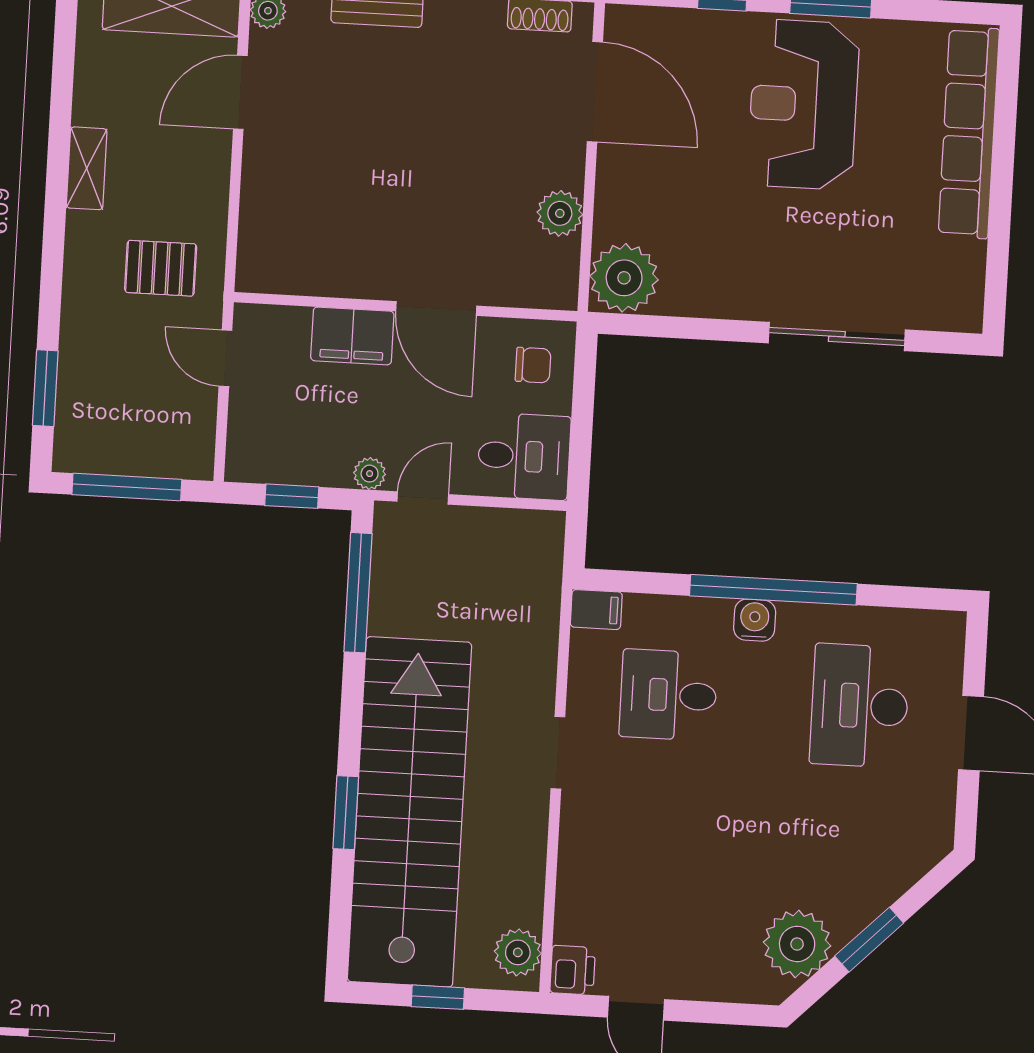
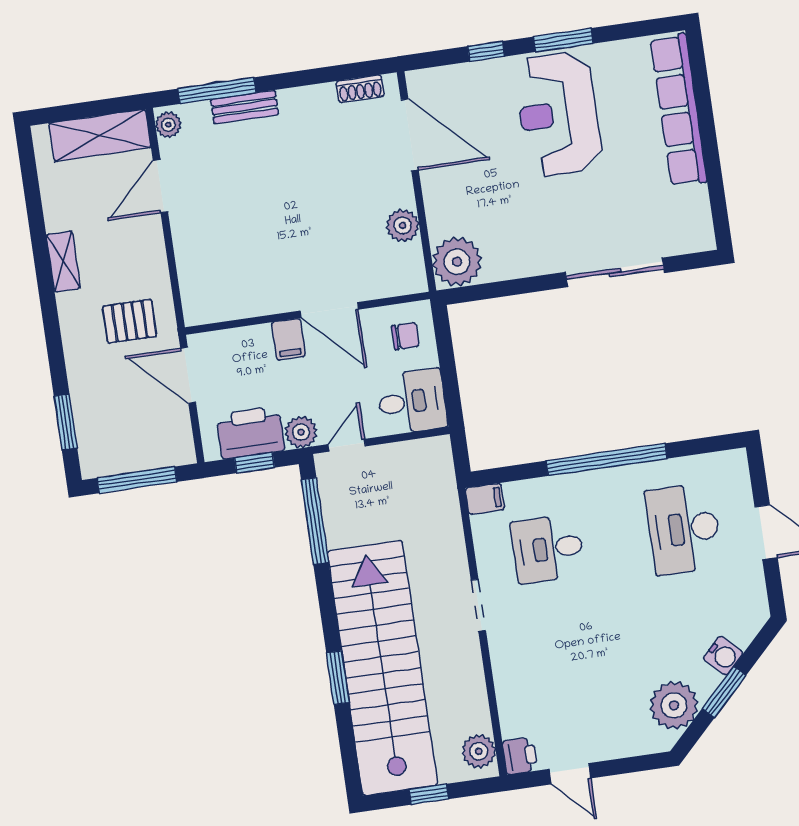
filing cabinet: (352, 336) -> (288, 339), width x0.50
door: (225, 358) -> (188, 375), width x1.38
printer: (295, 454) -> (250, 433), added
plant: (370, 474) -> (301, 432), width x1.38, depth x1.38
water cooler: (755, 620) -> (723, 656), moved, turned 135

